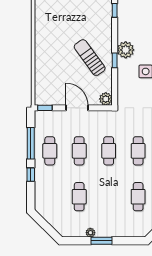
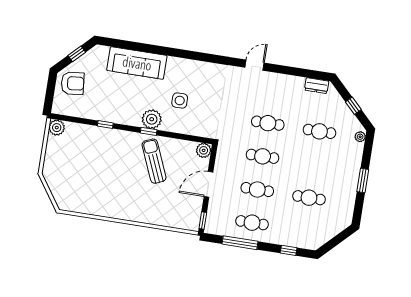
sun lounger: (90, 58) -> (154, 161), turned 103
window: (115, 60) -> (149, 131), moved
window: (31, 175) -> (289, 250), moved
plant: (90, 233) -> (360, 137), moved

